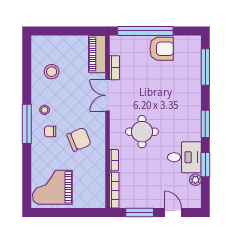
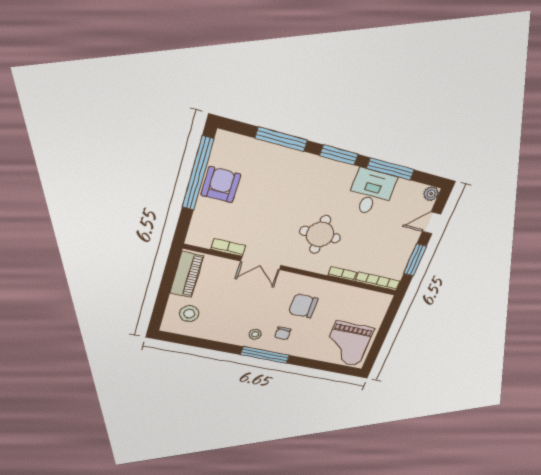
window: (145, 31) -> (198, 174), moved
piano: (97, 54) -> (187, 274), moved, turned -90
window: (205, 67) -> (281, 139), moved
stool: (52, 72) -> (189, 314), moved
chair: (79, 139) -> (303, 306), turned -68
window: (205, 165) -> (390, 169), width x1.44
plant: (195, 180) -> (431, 194), moved

